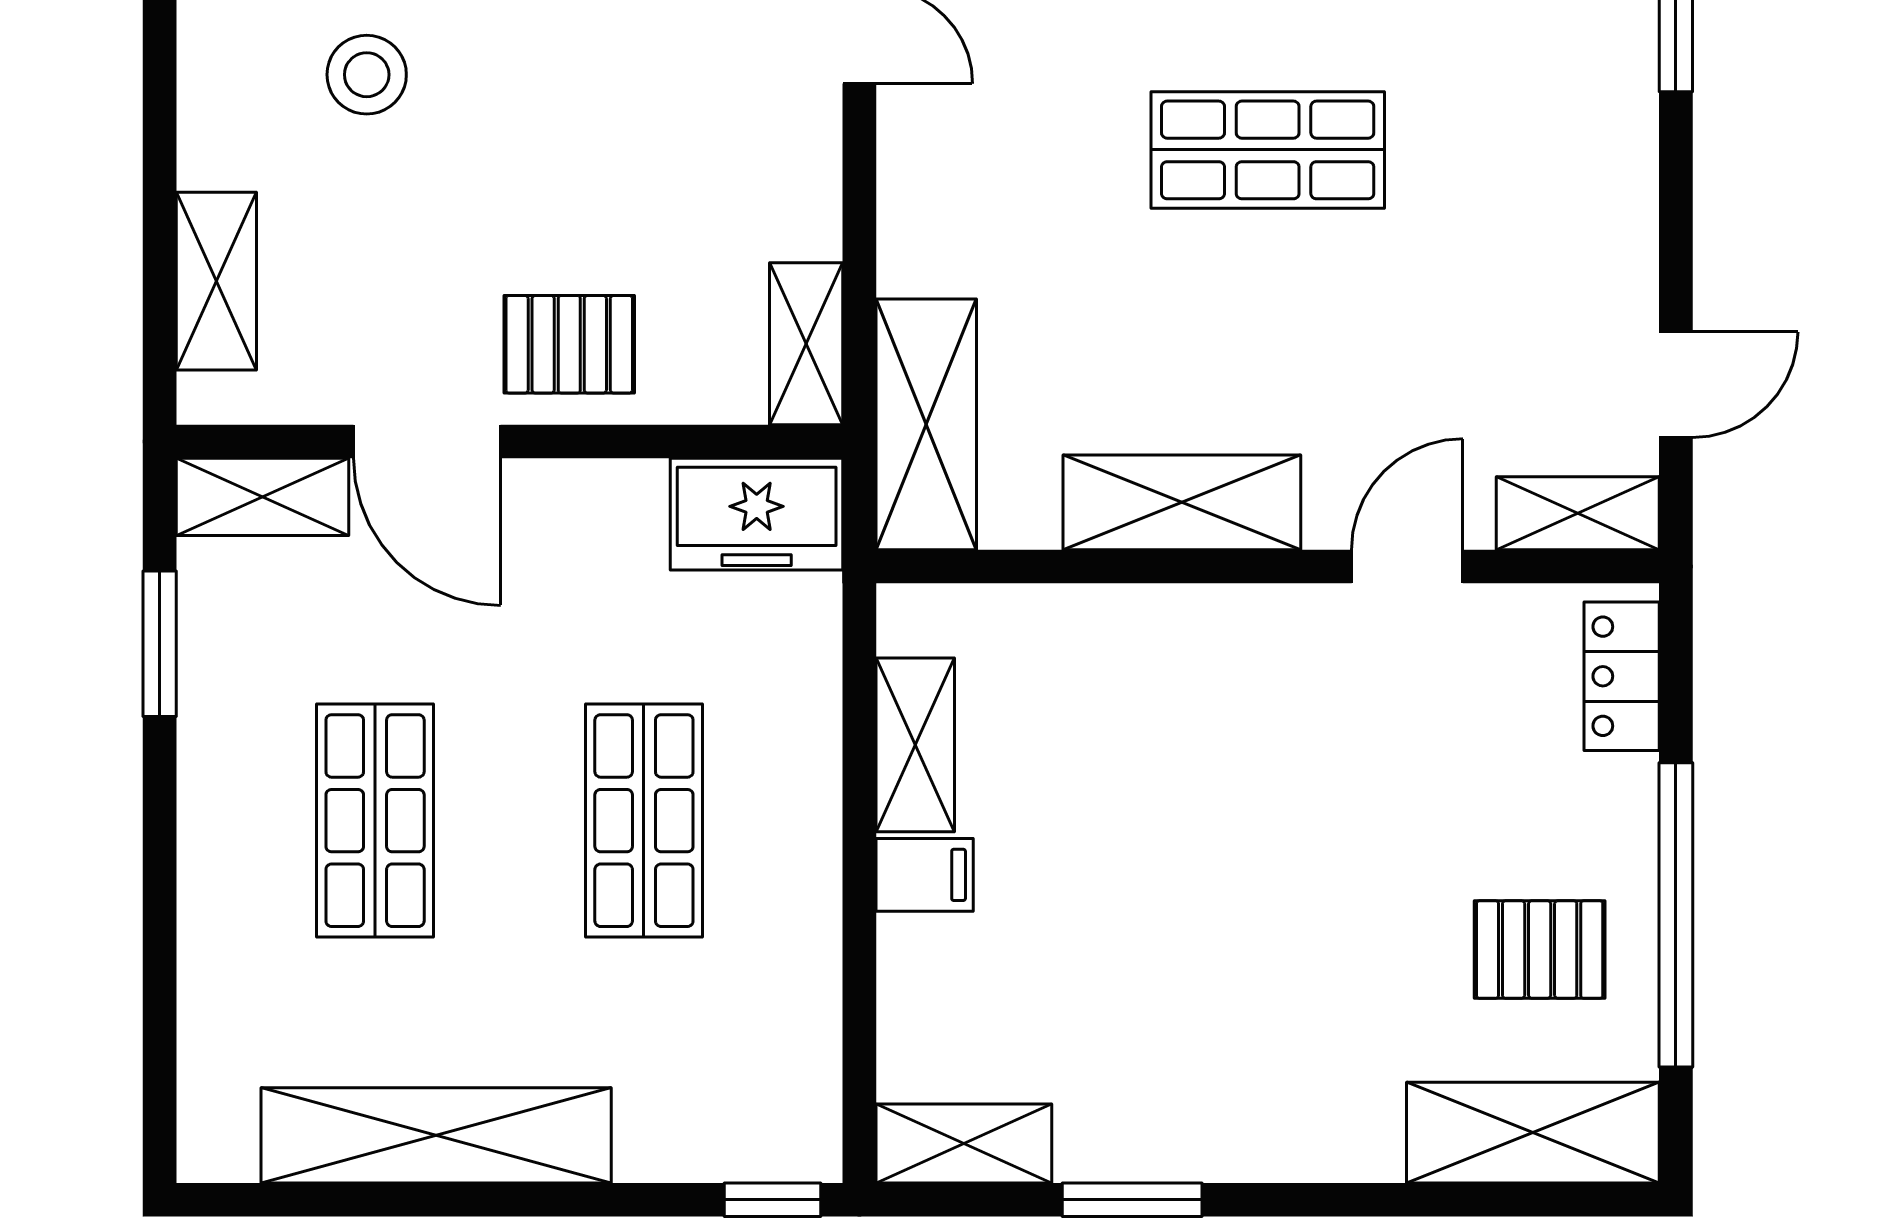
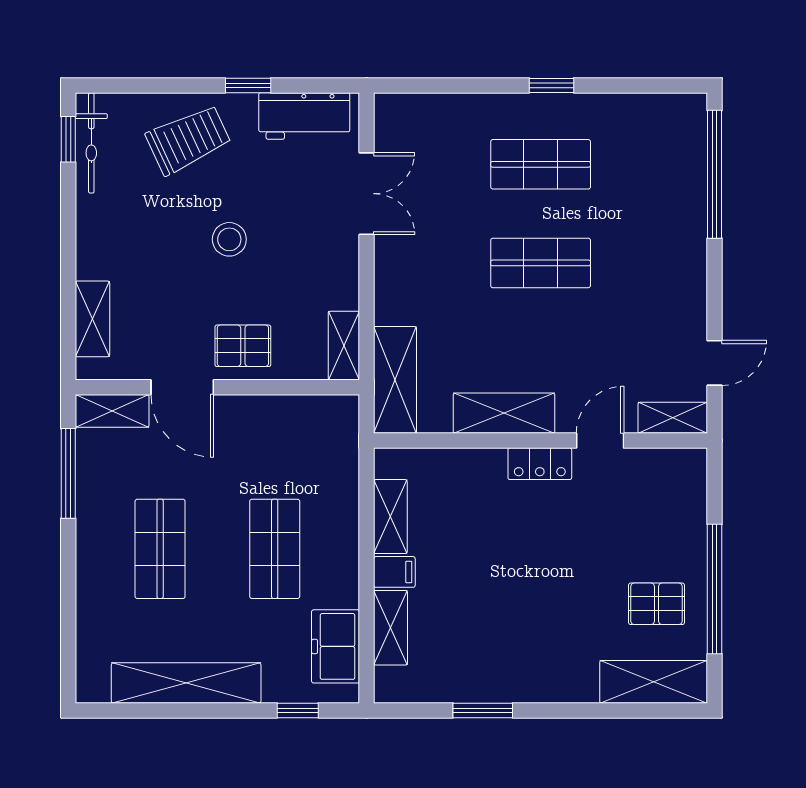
stool: (367, 75) -> (229, 239), moved
freezer: (757, 514) -> (336, 646), moved, turned 90
window: (160, 644) -> (68, 473), width x1.44
locker: (1622, 676) -> (540, 464), moved, turned -90
shelving: (964, 1143) -> (390, 628), moved, turned 90
window: (772, 1200) -> (298, 710), moved

